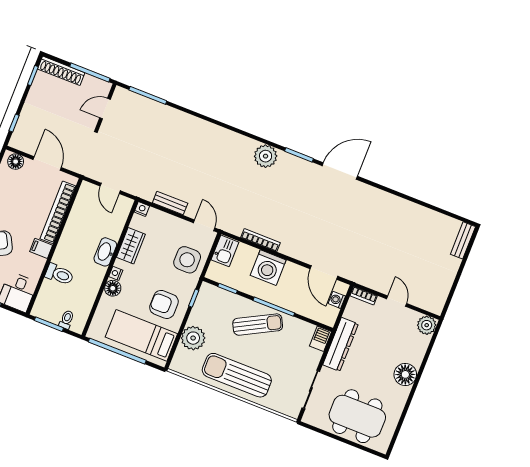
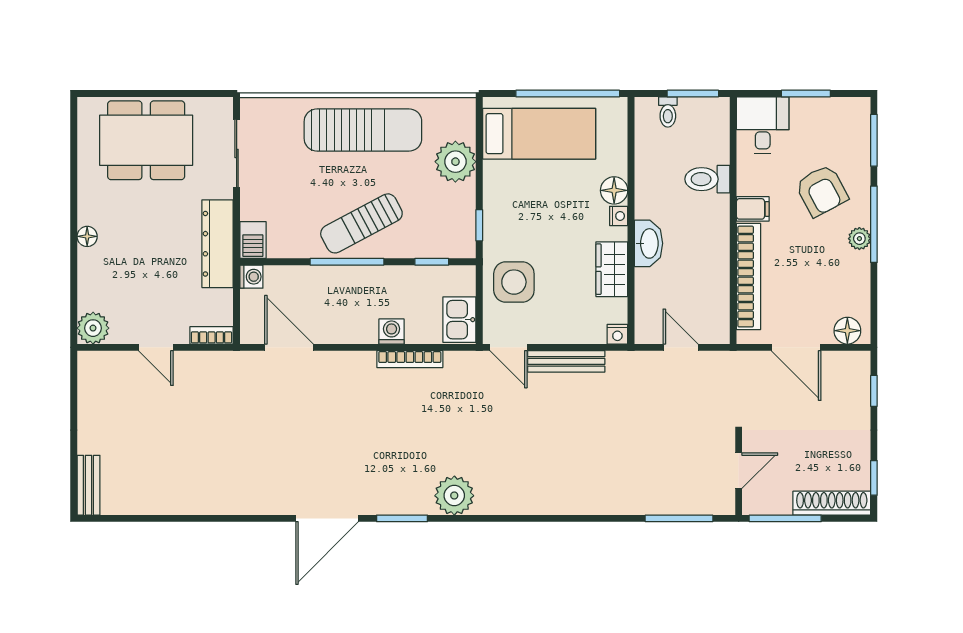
bench: (170, 203) -> (566, 361), width x1.36
washing machine: (268, 268) -> (392, 331), width x0.53, depth x0.53
washing machine: (337, 300) -> (251, 277), moved
armchair: (164, 304) -> (523, 197), removed
floor lamp: (405, 374) -> (87, 236), width x0.53, depth x0.53

